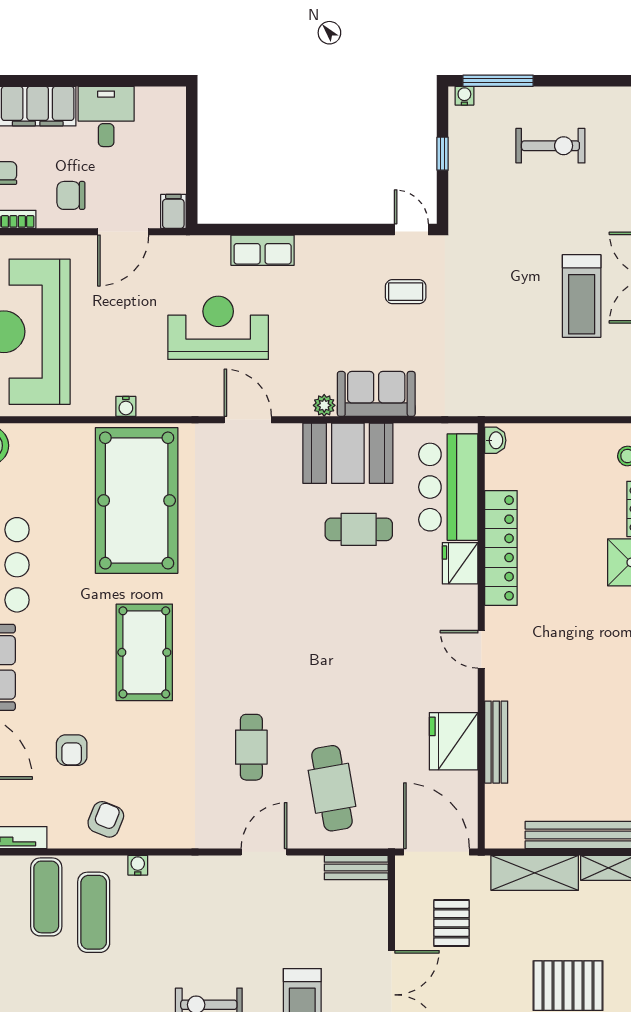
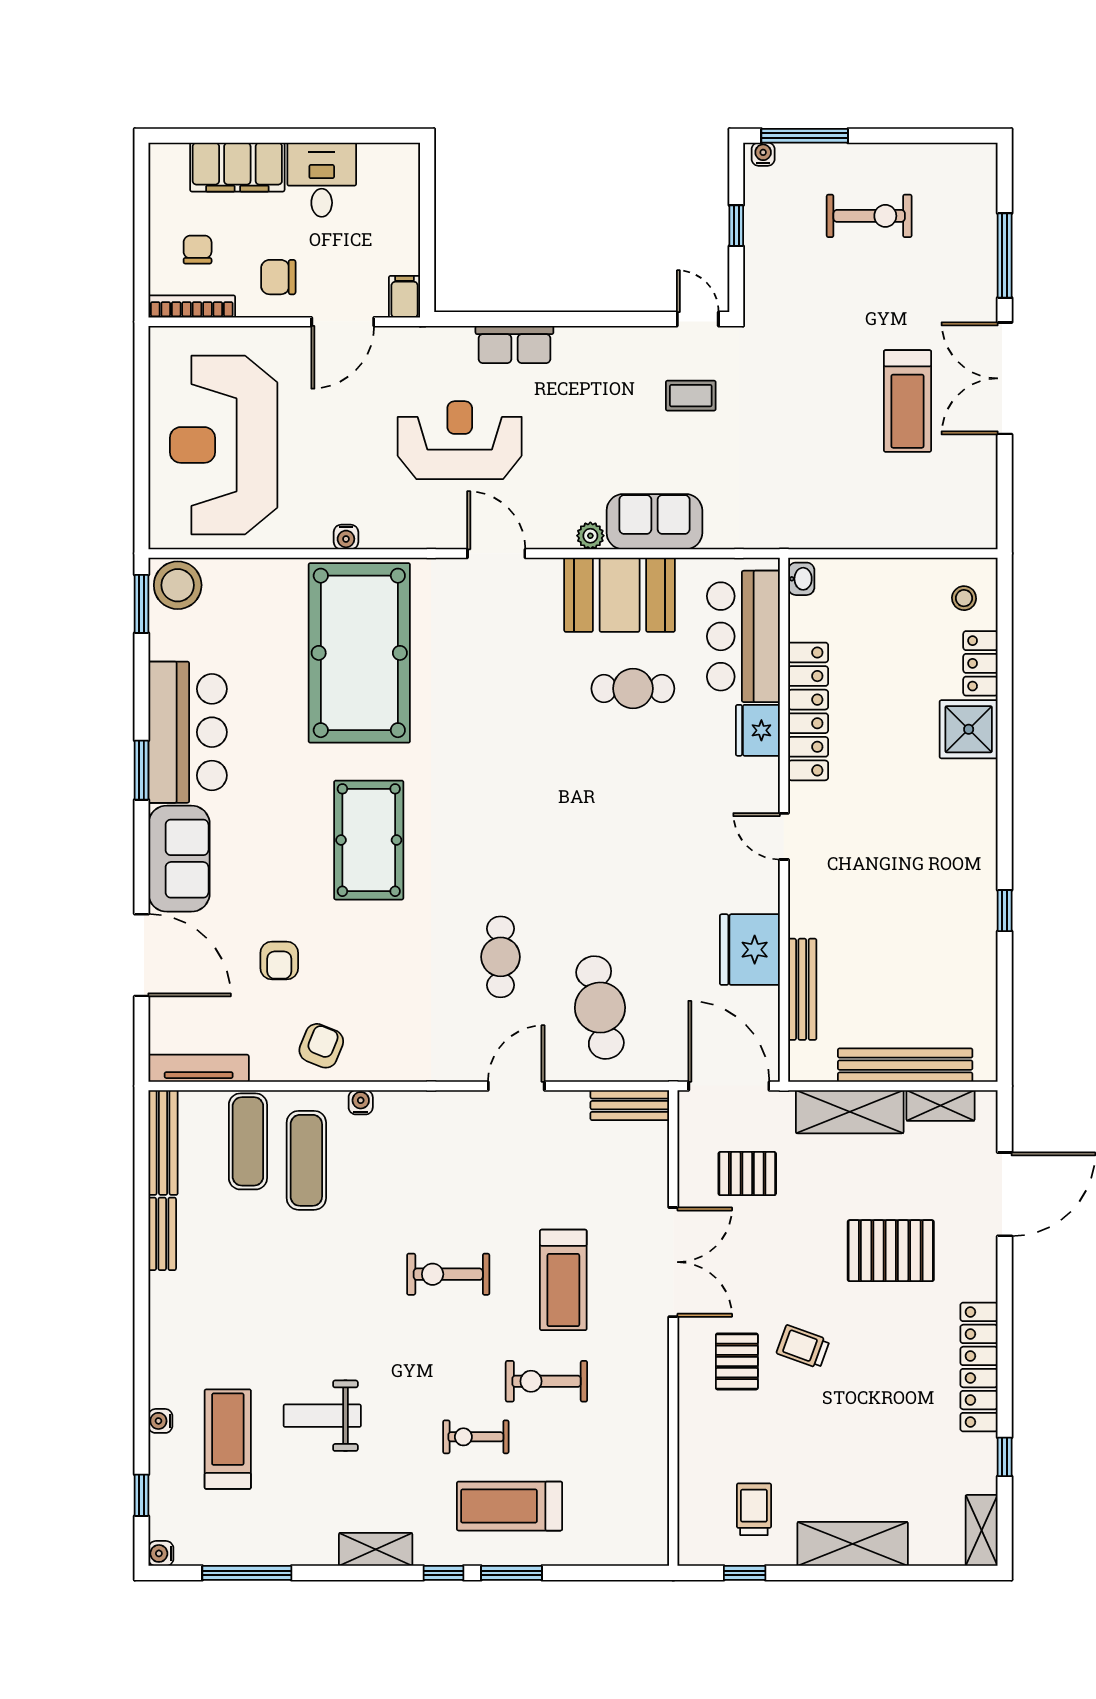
bench: (496, 742) -> (802, 989), moved
pallet: (451, 923) -> (747, 1174), turned 90

